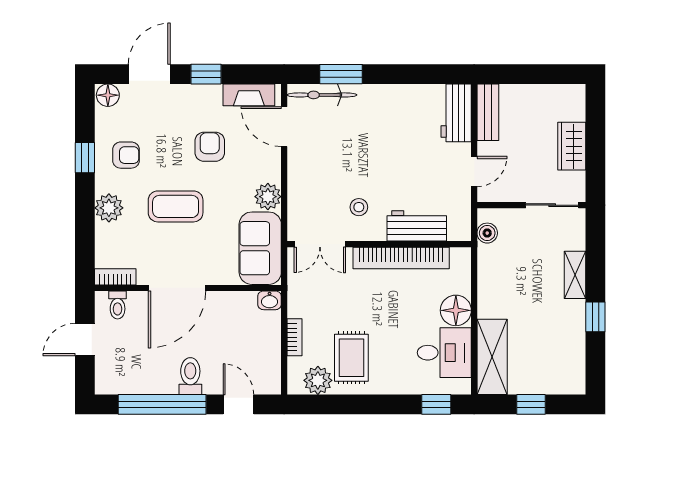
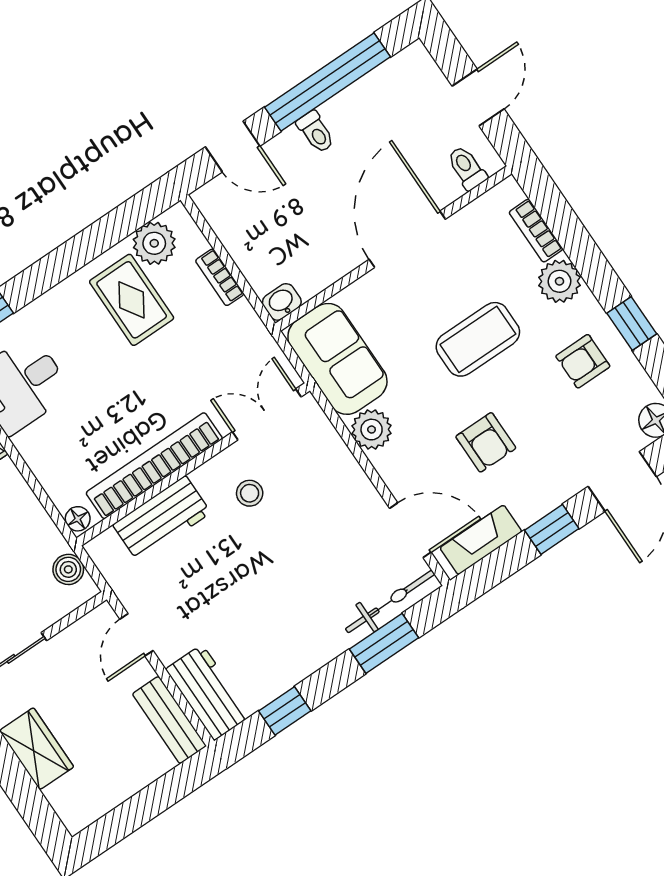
window: (421, 74) -> (285, 711), added
bookcase: (115, 277) -> (536, 231), moved, turned 90
floor lamp: (456, 310) -> (78, 519), moved, width x0.53, depth x0.53
toilet: (190, 376) -> (316, 132), width x0.73, depth x0.72

